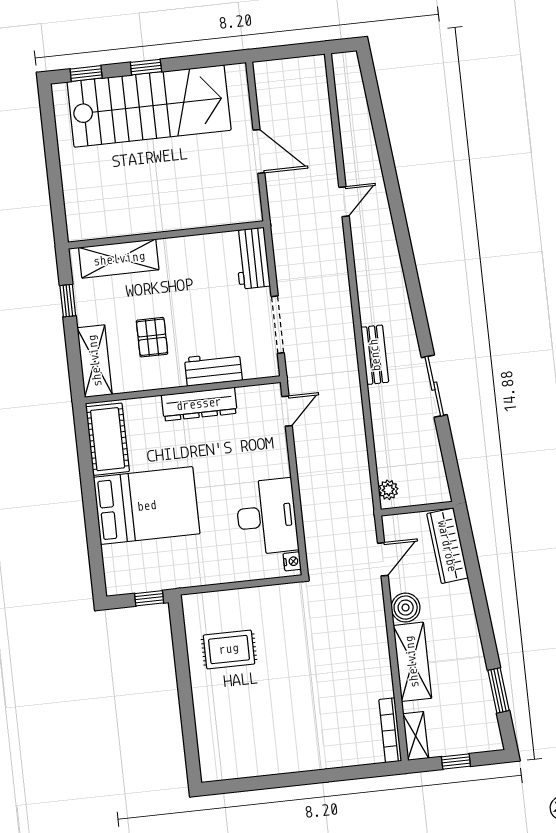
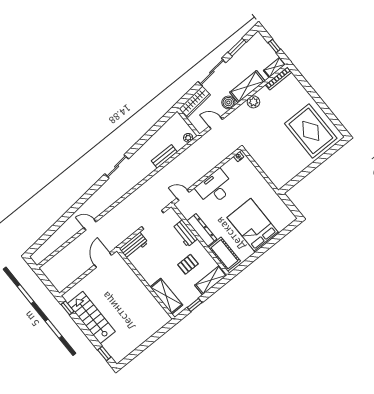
window: (146, 67) -> (67, 308), moved
stairs: (149, 106) -> (91, 317), width x0.73, depth x0.66
door: (259, 151) -> (103, 260), moved
bench: (375, 355) -> (164, 156), moved
sliding door: (434, 386) -> (117, 166), moved
cot: (108, 439) -> (224, 254), moved, turned 90
desk: (267, 517) -> (215, 188), moved
window: (149, 598) -> (287, 202), removed
sliding door: (482, 613) -> (212, 72), added
rug: (229, 649) -> (311, 131), moved, width x1.86, depth x2.06
plant: (377, 655) -> (253, 102), added

